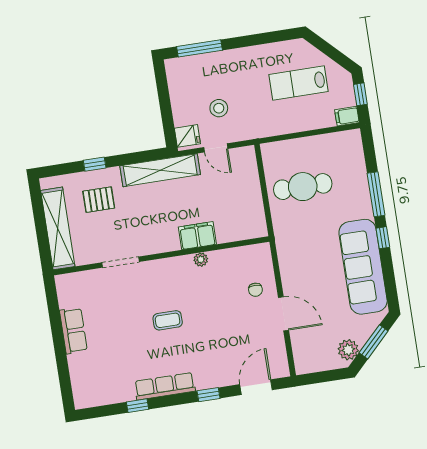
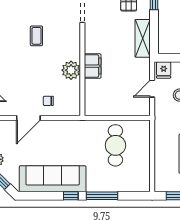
filing cabinet: (347, 116) -> (160, 184), removed
shelving: (160, 170) -> (143, 38), width x0.68
plant: (201, 260) -> (71, 70), width x1.88, depth x1.88

